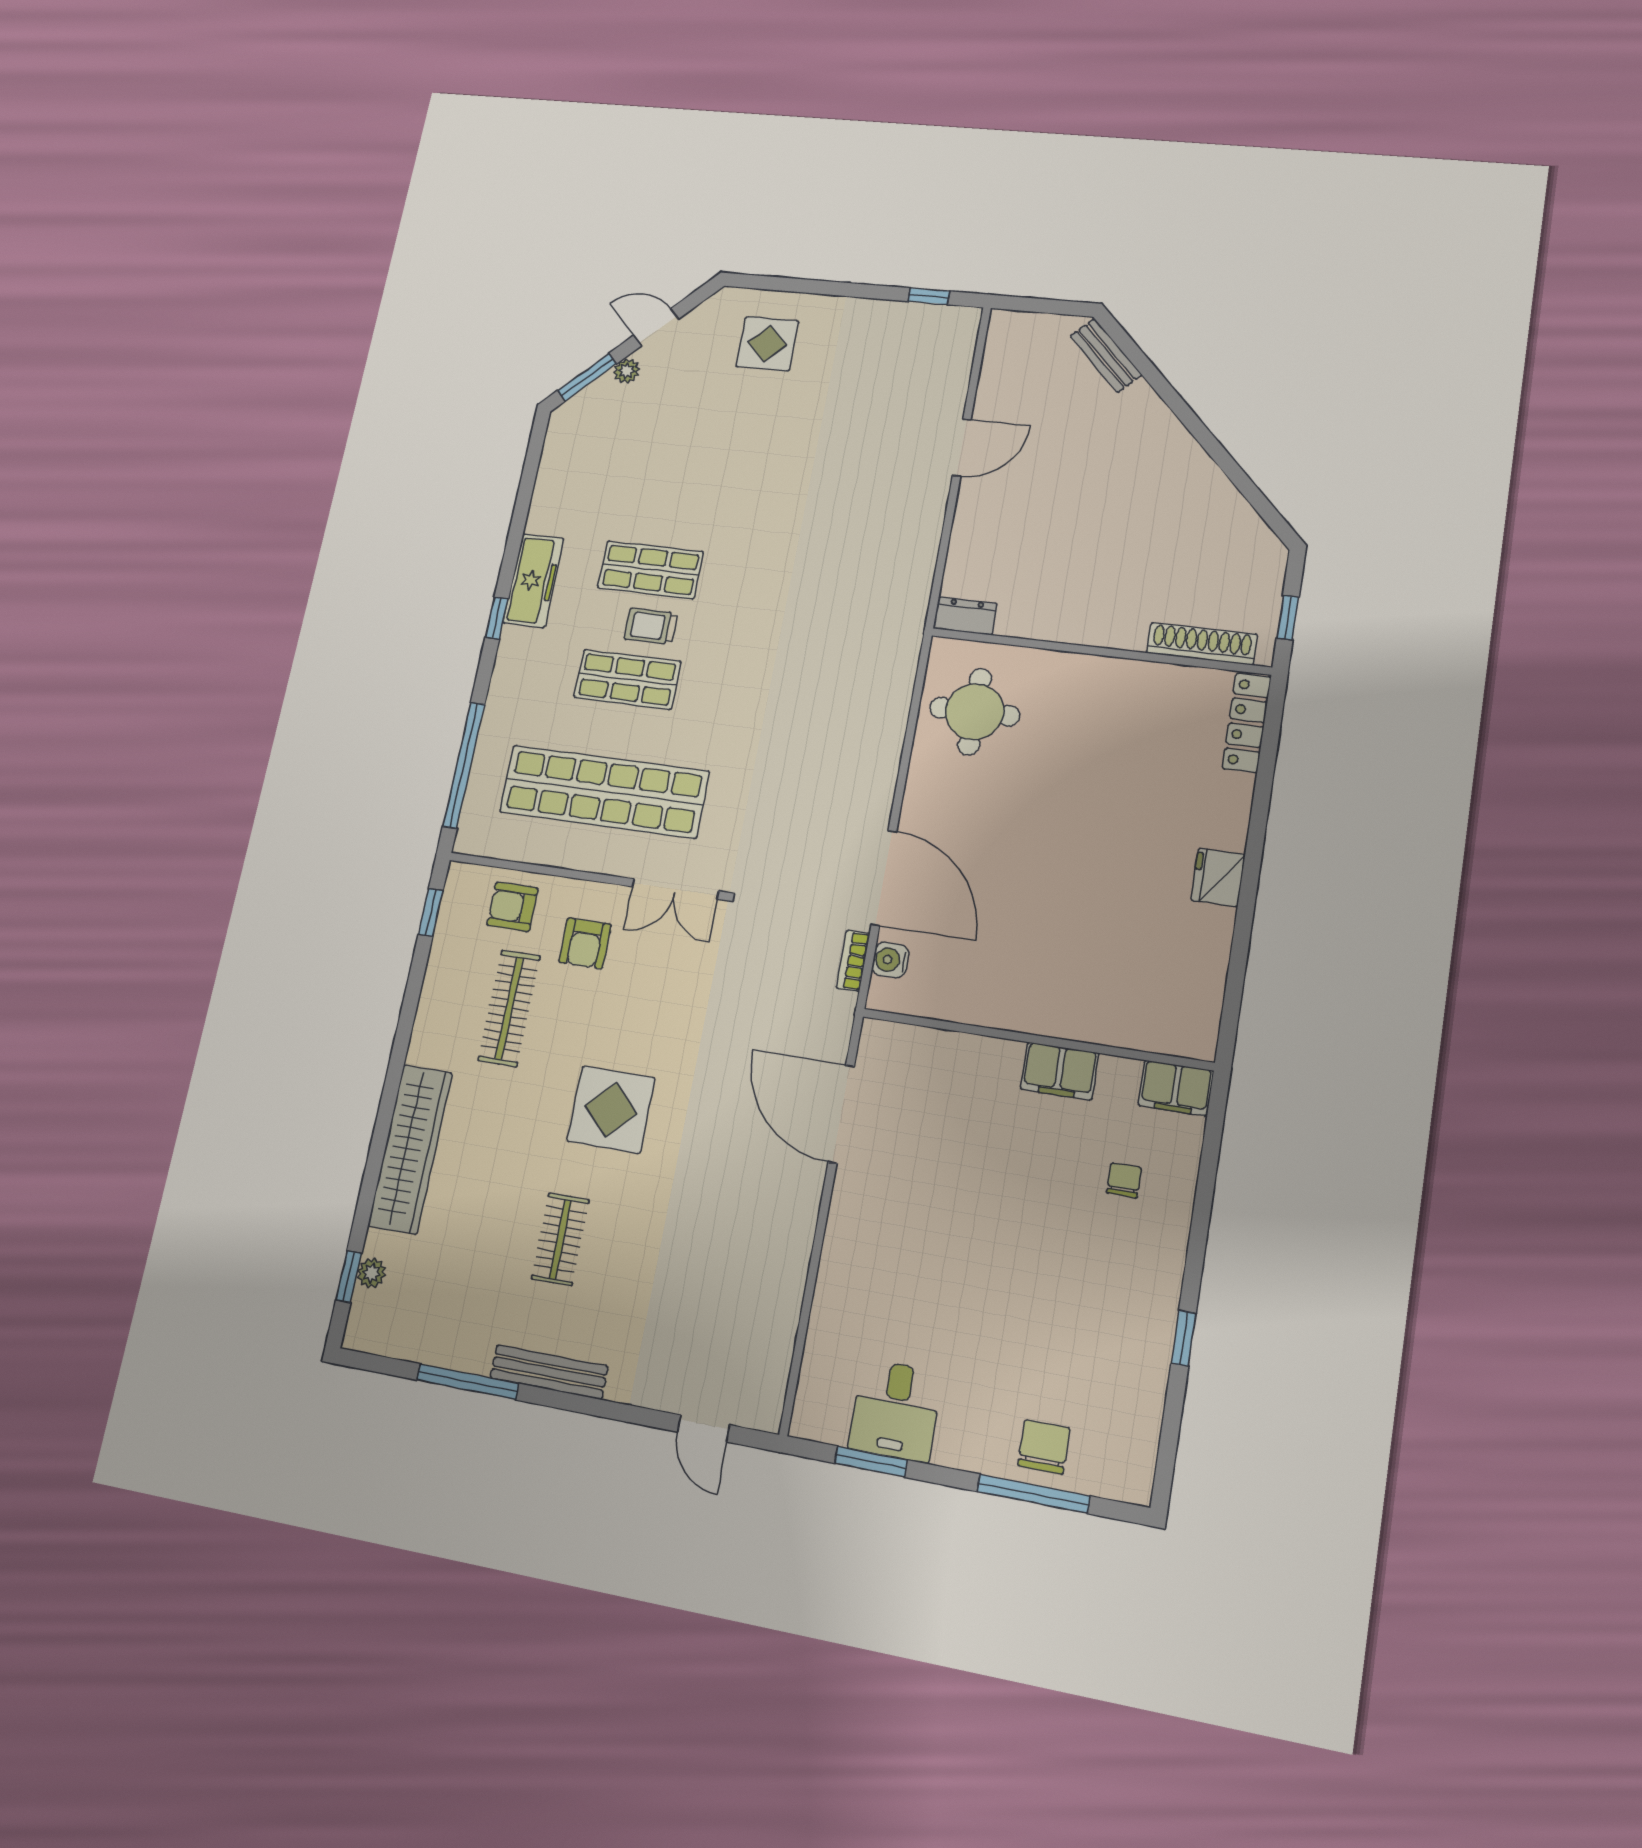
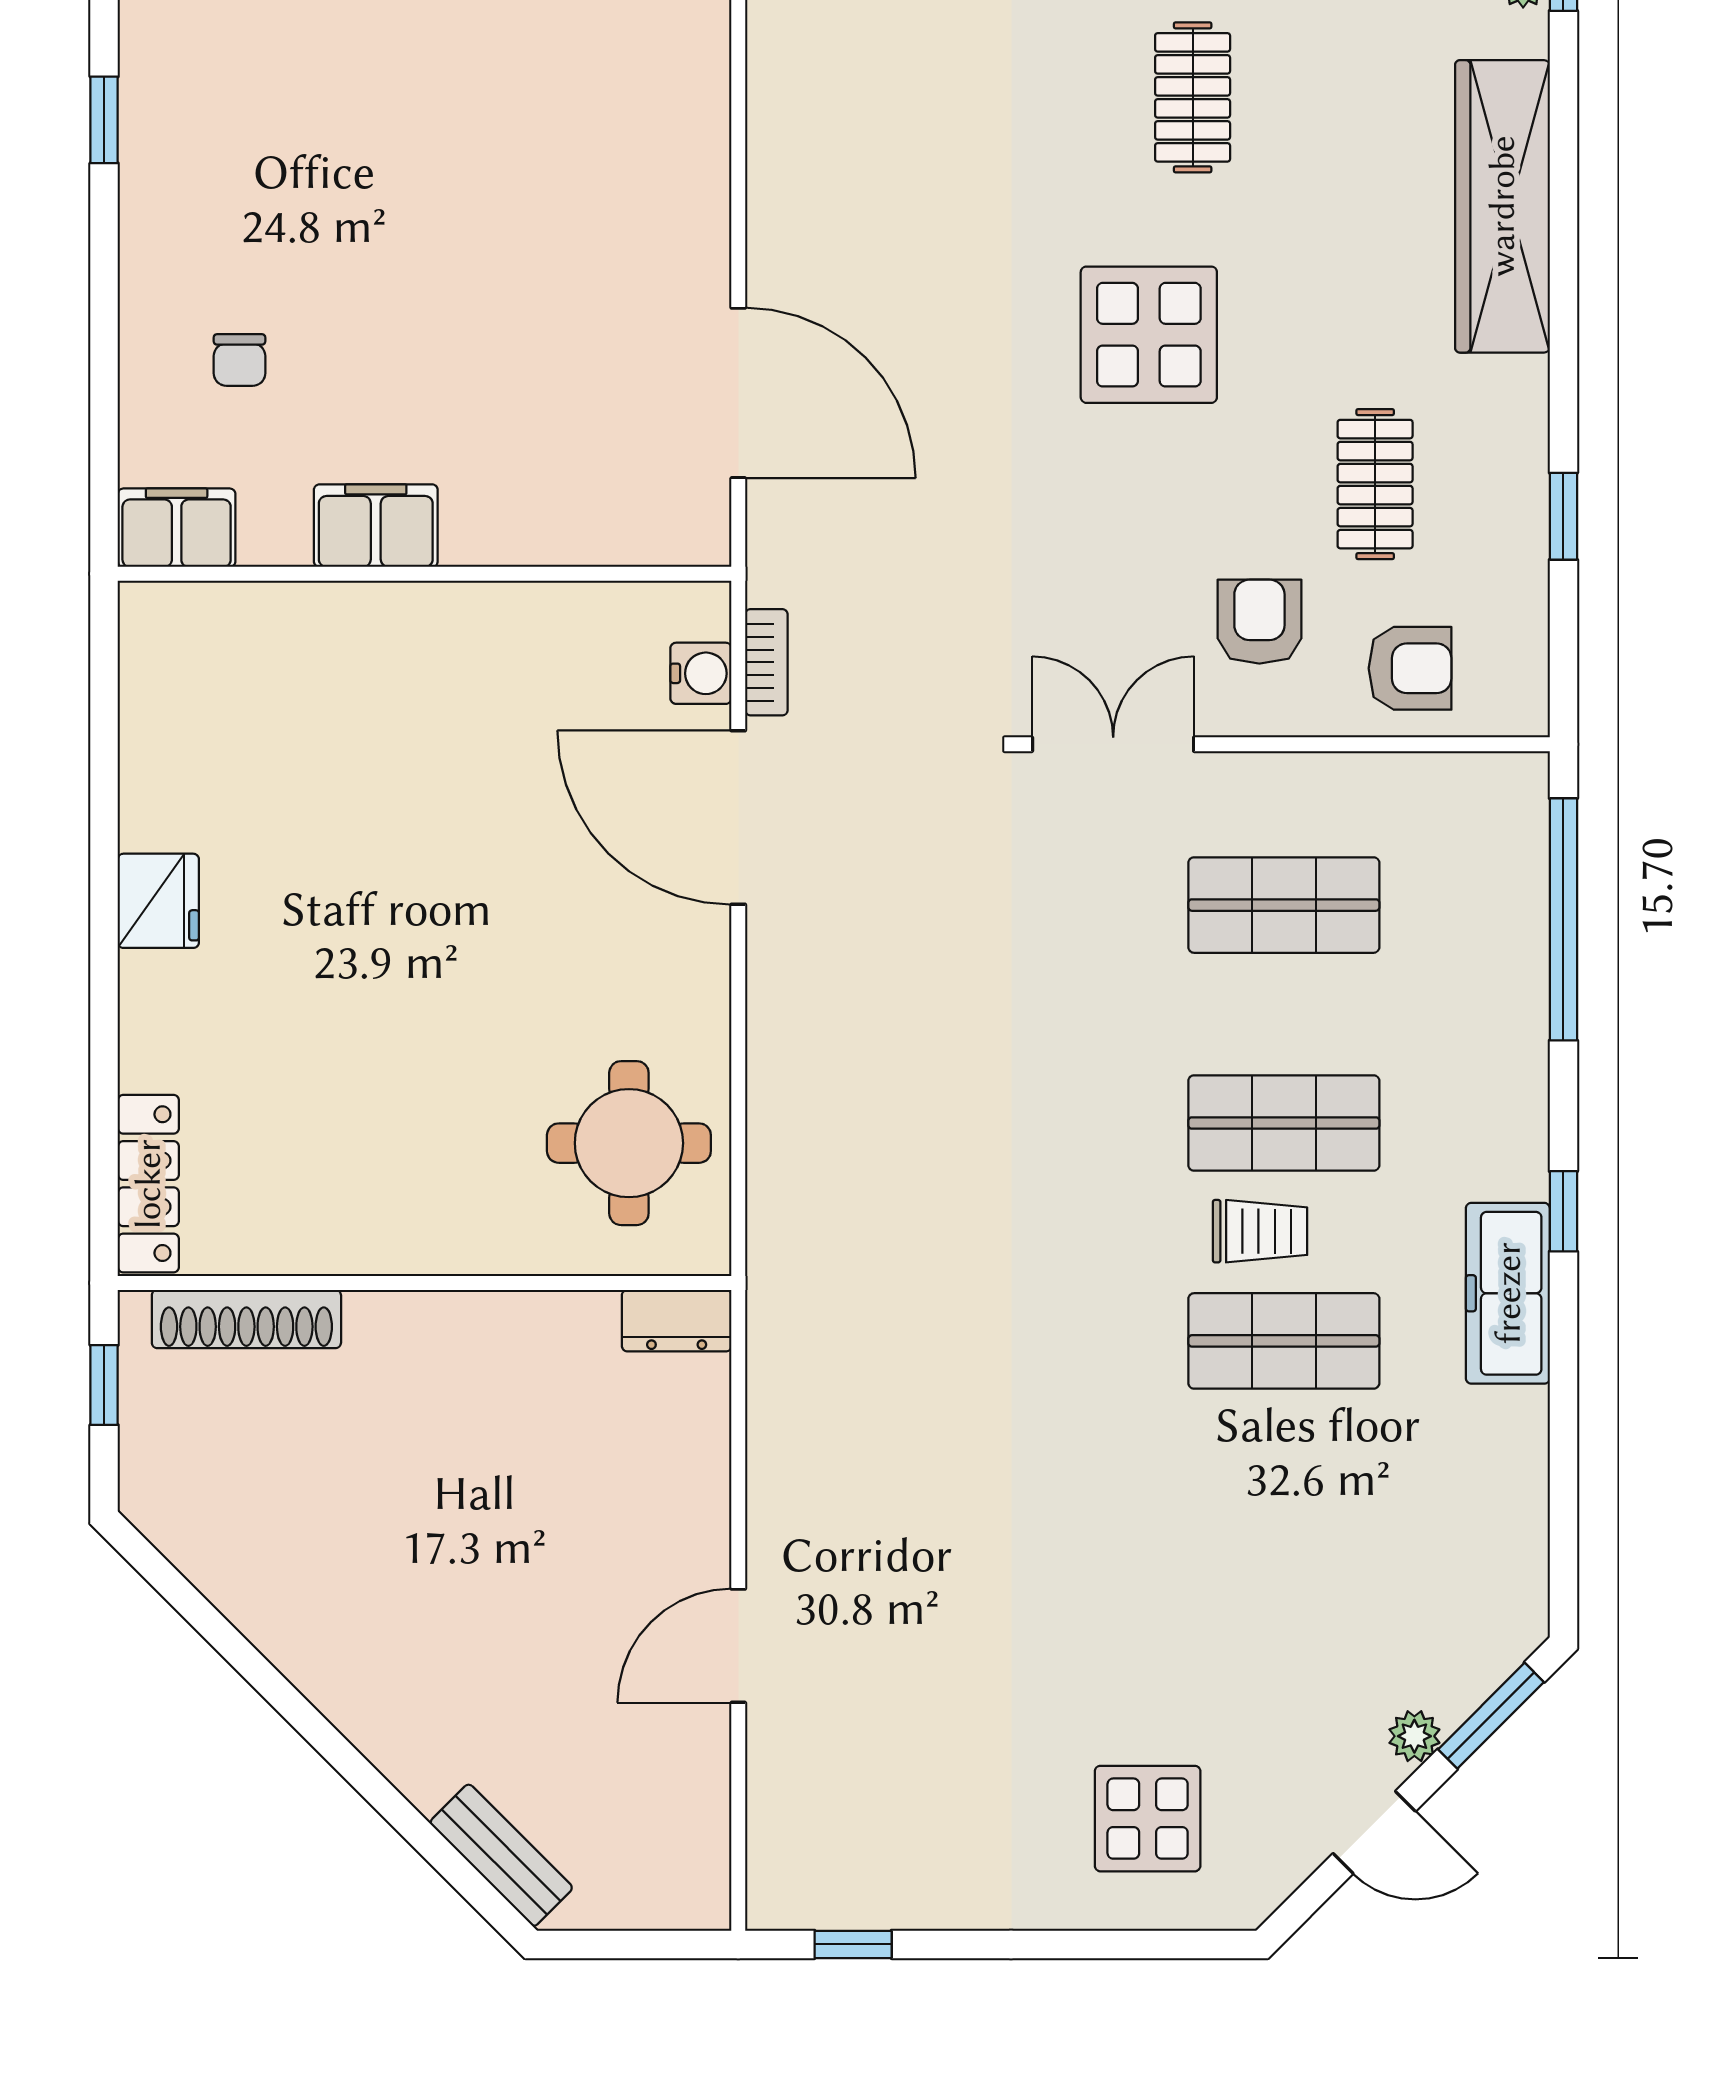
shop shelf: (604, 792) -> (1284, 905), width x0.50, depth x0.74
window: (431, 912) -> (1563, 516), moved
clothes rail: (509, 1008) -> (1375, 484), width x0.73

